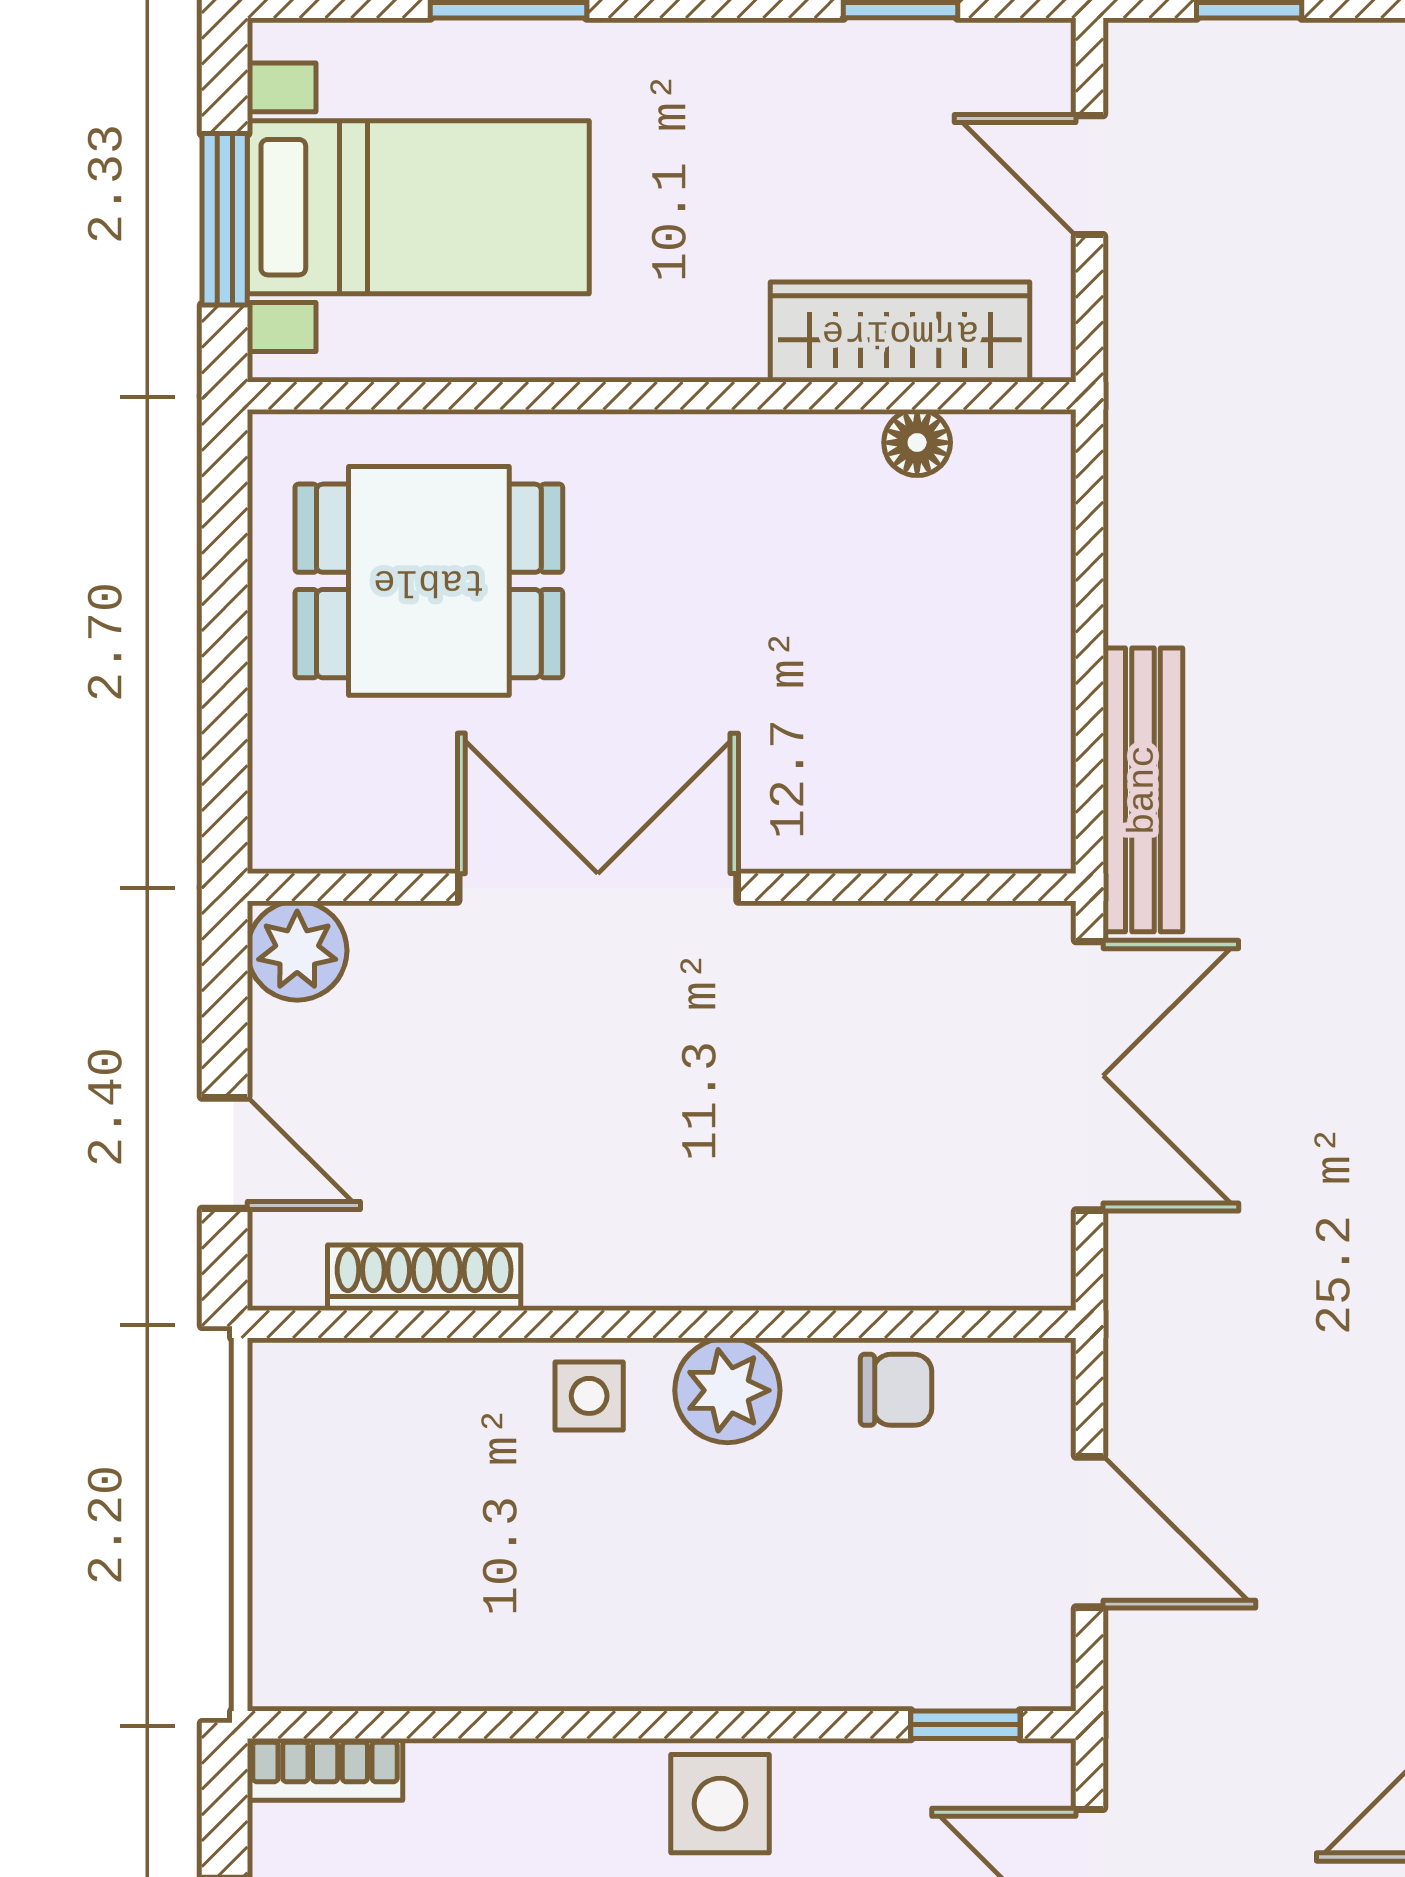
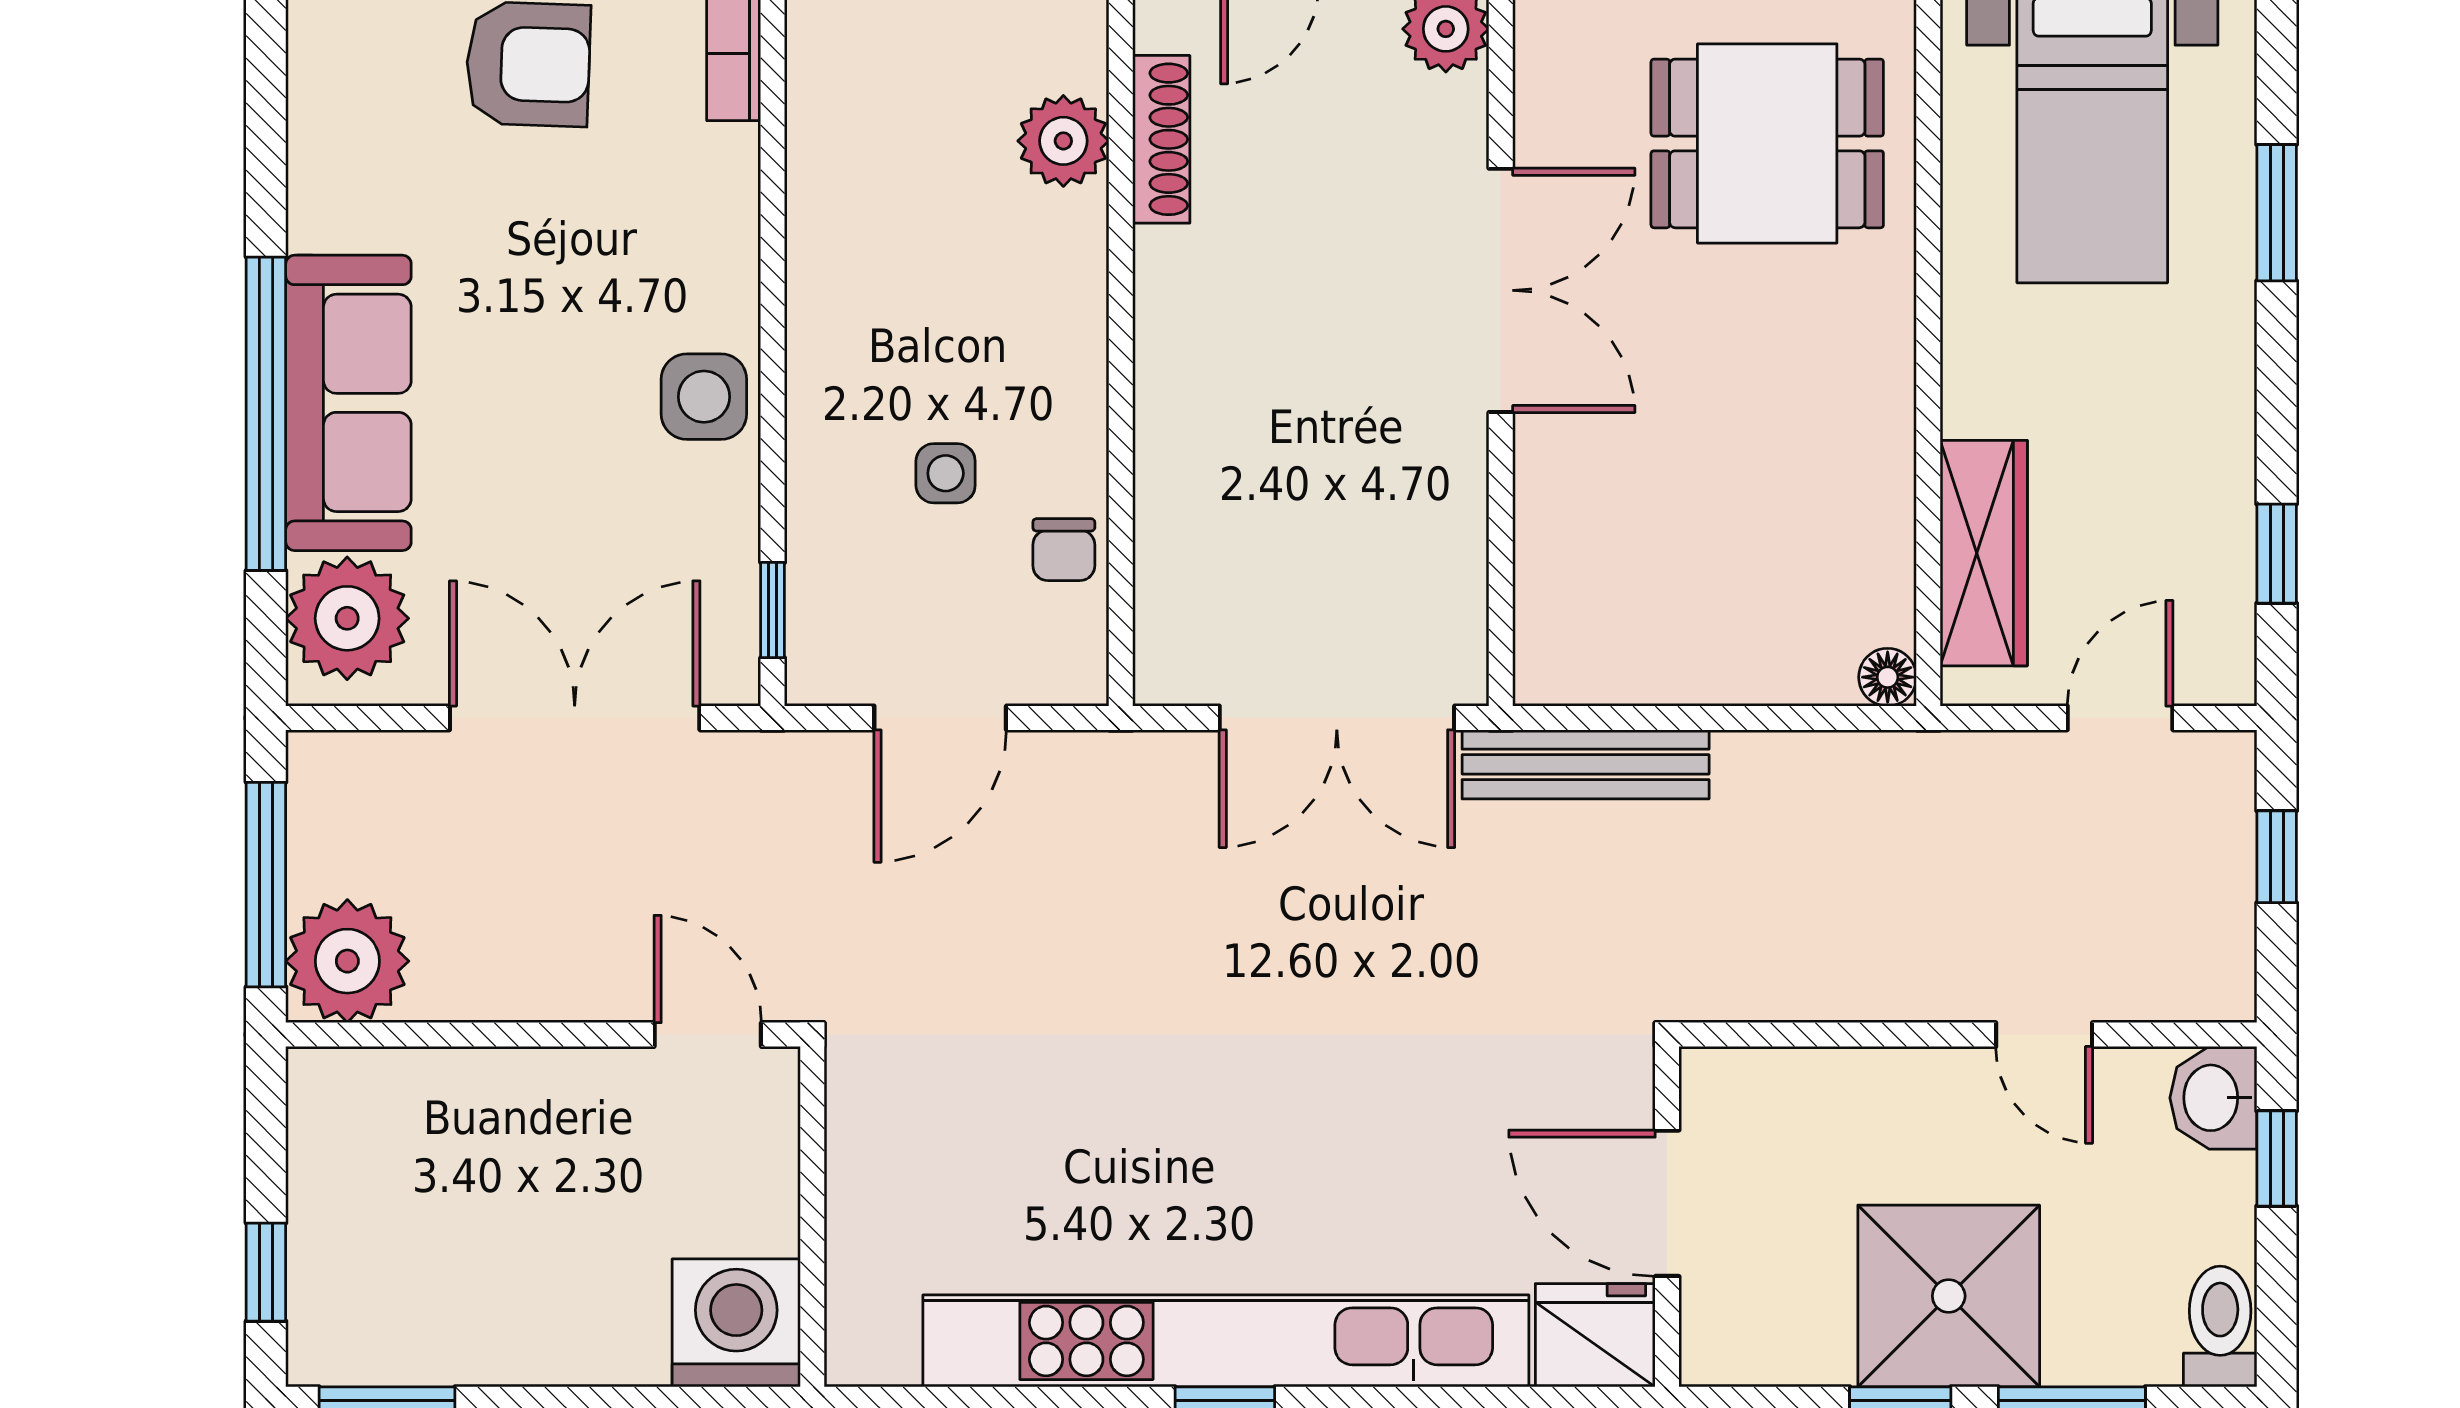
floor lamp: (917, 443) -> (1888, 677), moved
dining table: (429, 581) -> (1767, 143), turned 90
plant: (727, 1390) -> (1063, 141), moved
side table: (589, 1396) -> (946, 473), moved

